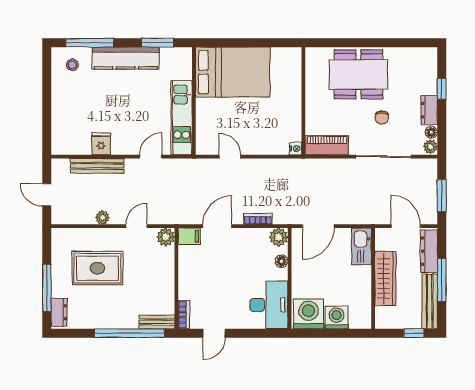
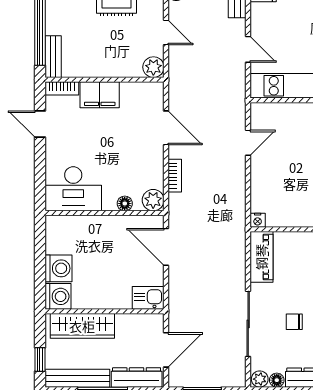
filing cabinet: (189, 236) -> (100, 95), moved, width x2.00
kitchen sink: (362, 246) -> (148, 298), width x0.73
wardrobe: (385, 279) -> (82, 326), moved
washing machine: (309, 314) -> (58, 296), moved, width x0.73, depth x0.73

